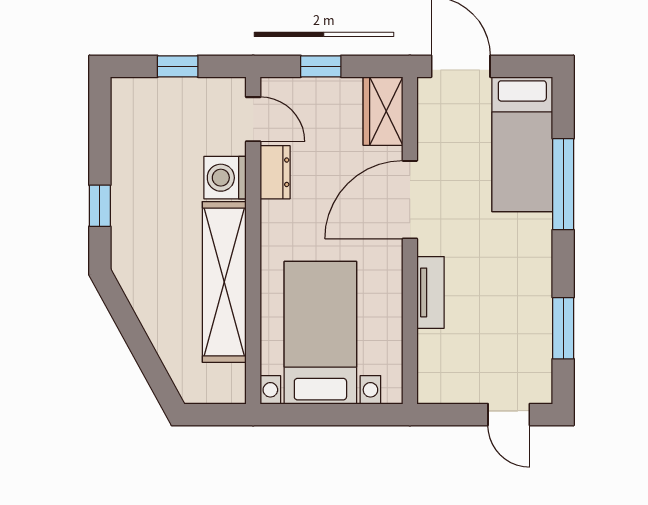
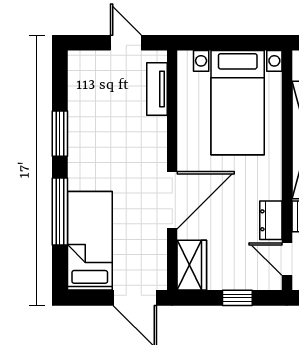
tv unit: (431, 292) -> (157, 89), moved
window: (563, 328) -> (60, 134), moved
door: (509, 415) -> (126, 43), moved

